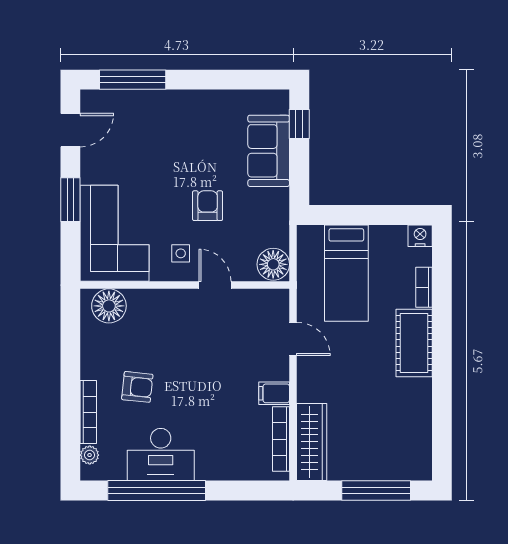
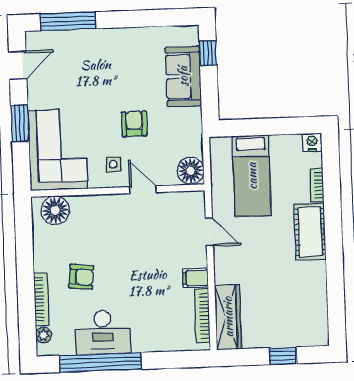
window: (376, 490) -> (283, 356), width x0.46

